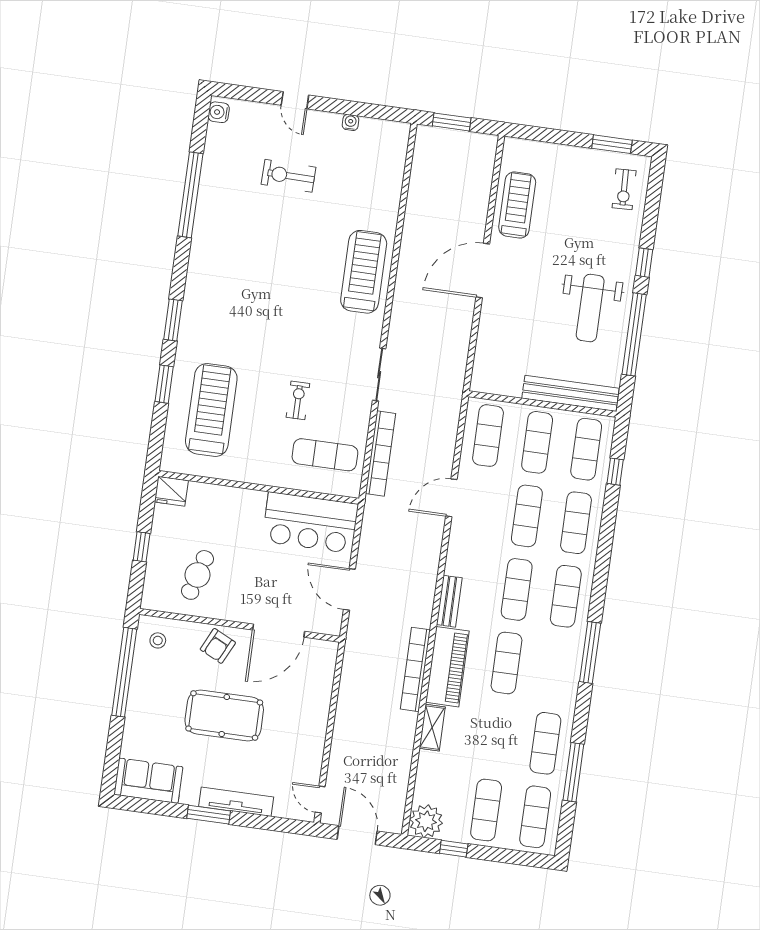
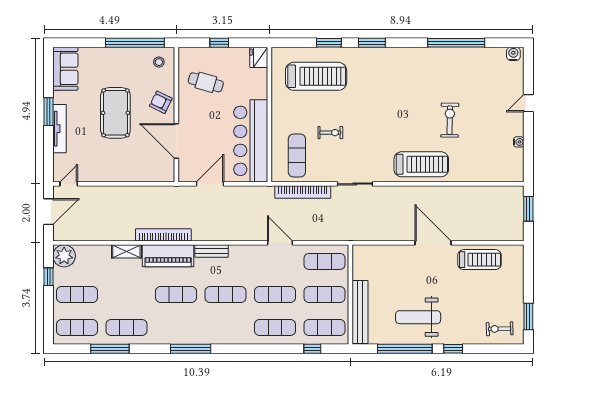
exercise bike: (288, 176) -> (450, 120), moved
bar counter: (310, 523) -> (251, 141), width x1.36
exercise mat: (566, 596) -> (225, 328), removed

